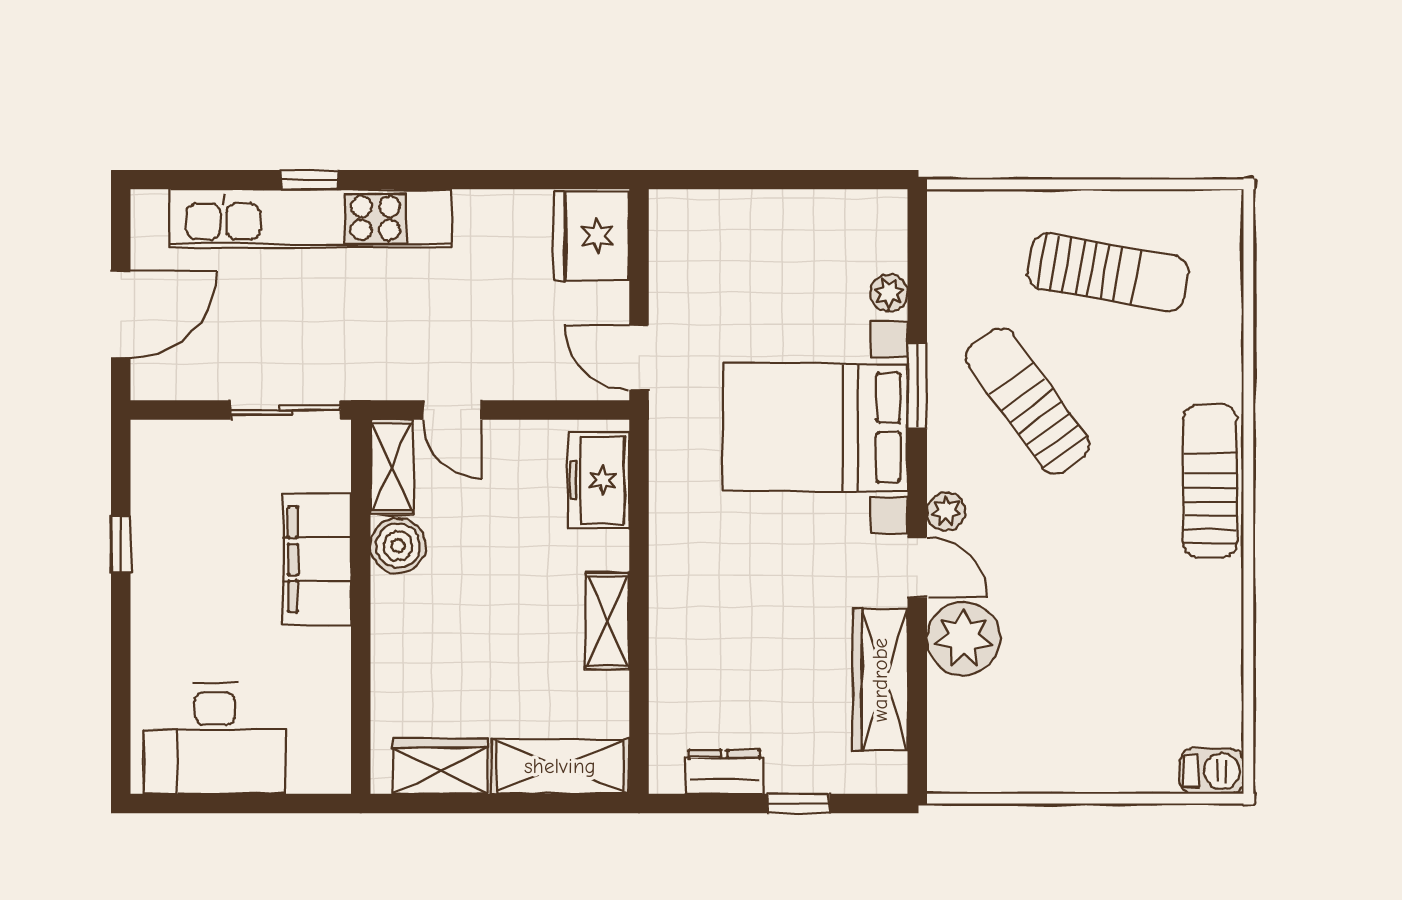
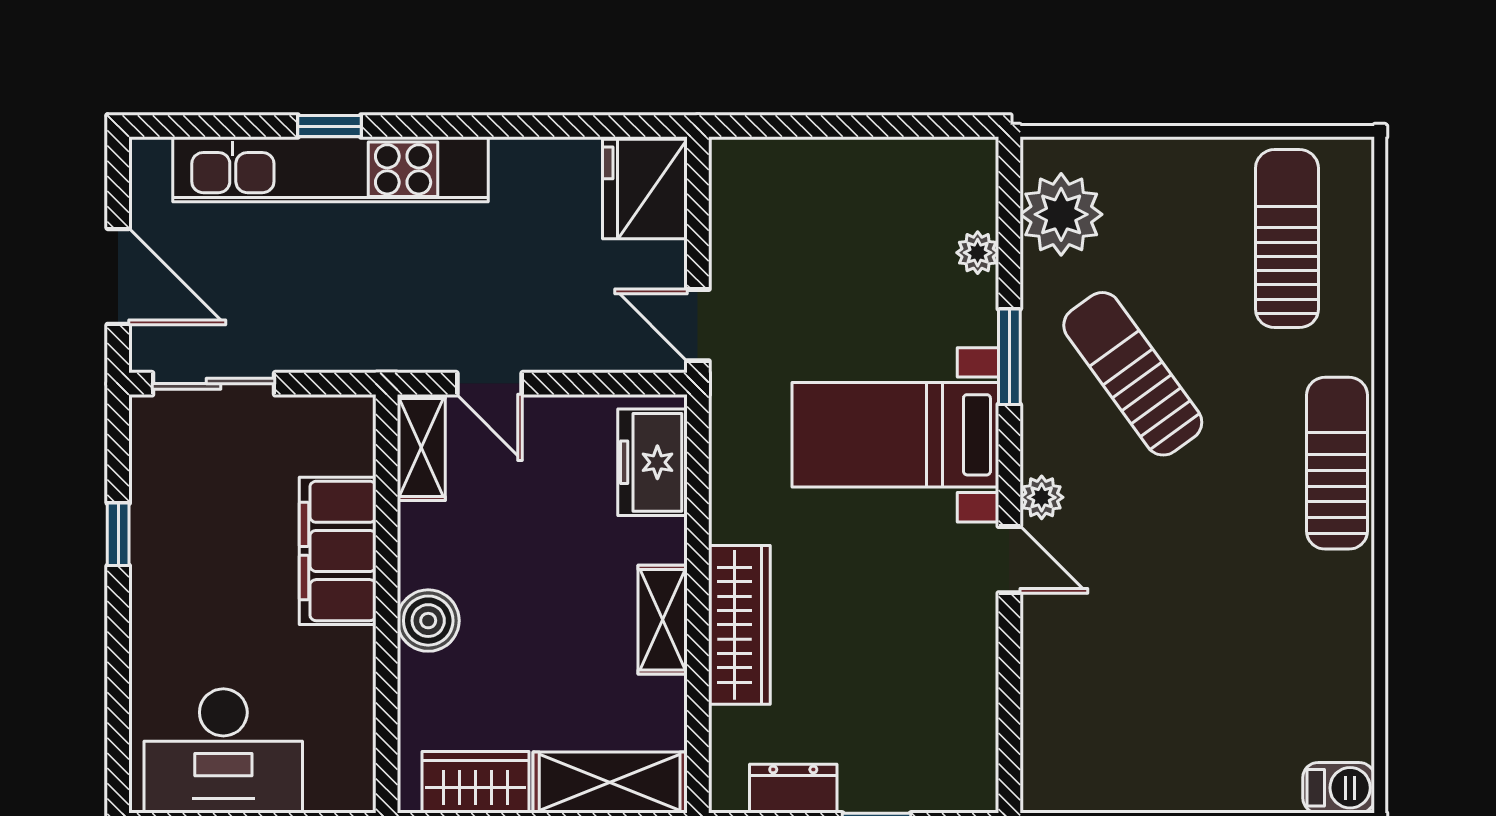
sun lounger: (1108, 272) -> (1287, 239), moved, turned -100
door: (121, 314) -> (118, 276), hinge flipped
sliding door: (286, 410) -> (214, 384), moved
bed with nightstands: (815, 427) -> (895, 435), width x0.73
boiler: (398, 546) -> (428, 621), moved
plant: (964, 638) -> (1061, 214), moved
wardrobe: (880, 680) -> (739, 625), moved, turned 180

